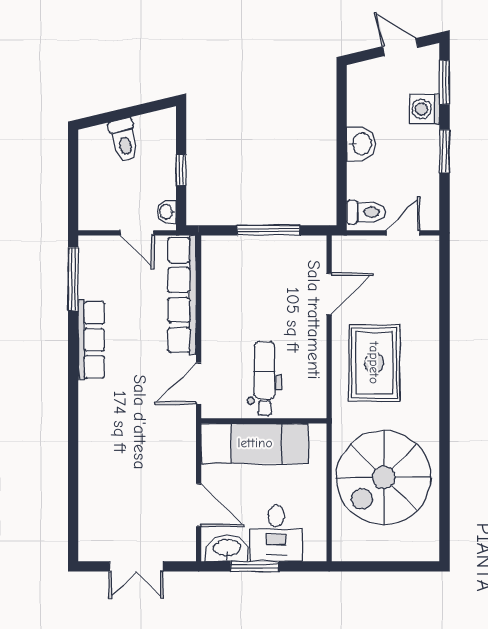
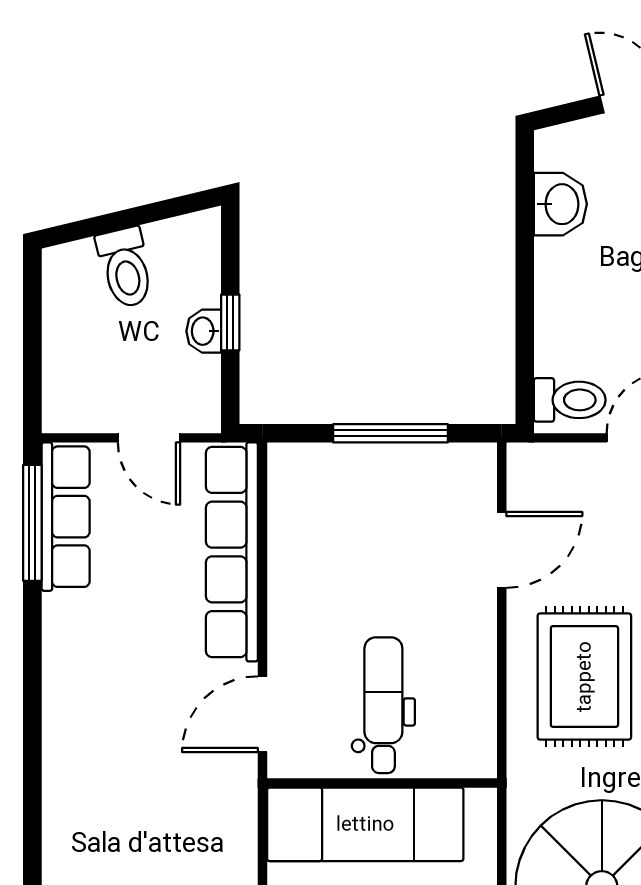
washbasin: (361, 144) -> (560, 204), moved
washbasin: (167, 212) -> (204, 331), moved
row of seats: (91, 340) -> (66, 517), moved

